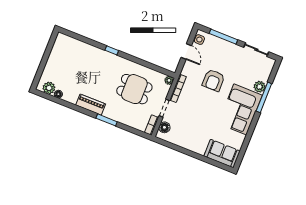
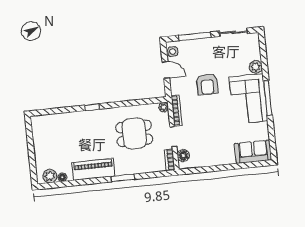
window: (264, 97) -> (268, 98), moved
piano: (91, 105) -> (94, 169), width x1.37, depth x1.33

